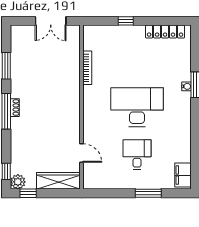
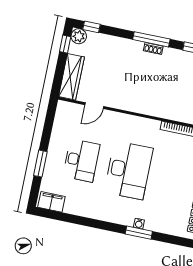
desk: (137, 155) -> (81, 160), width x1.37

